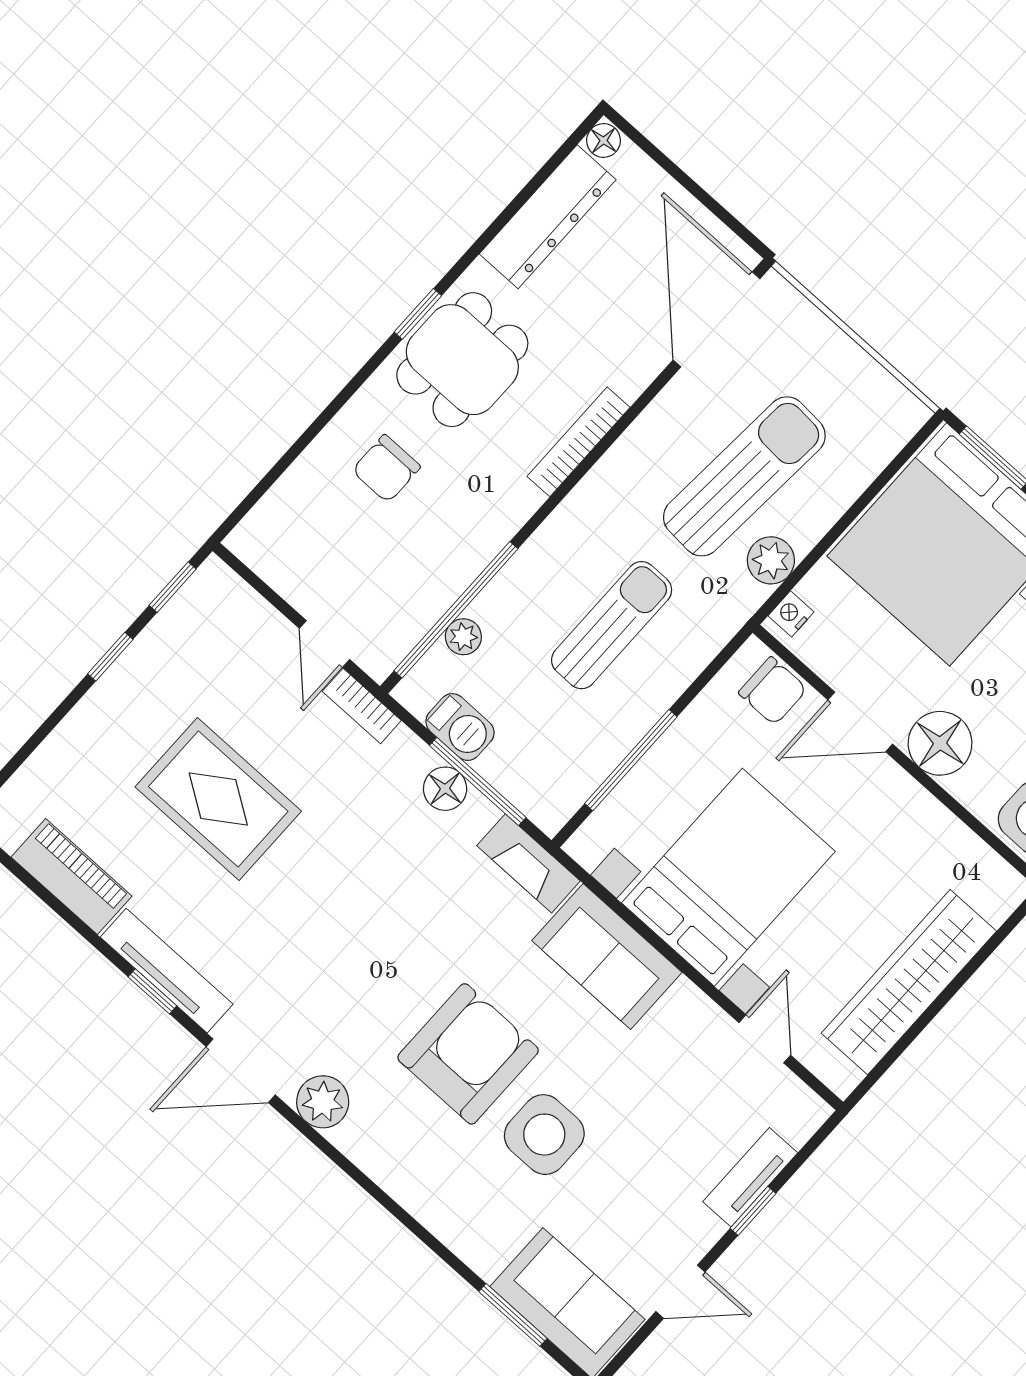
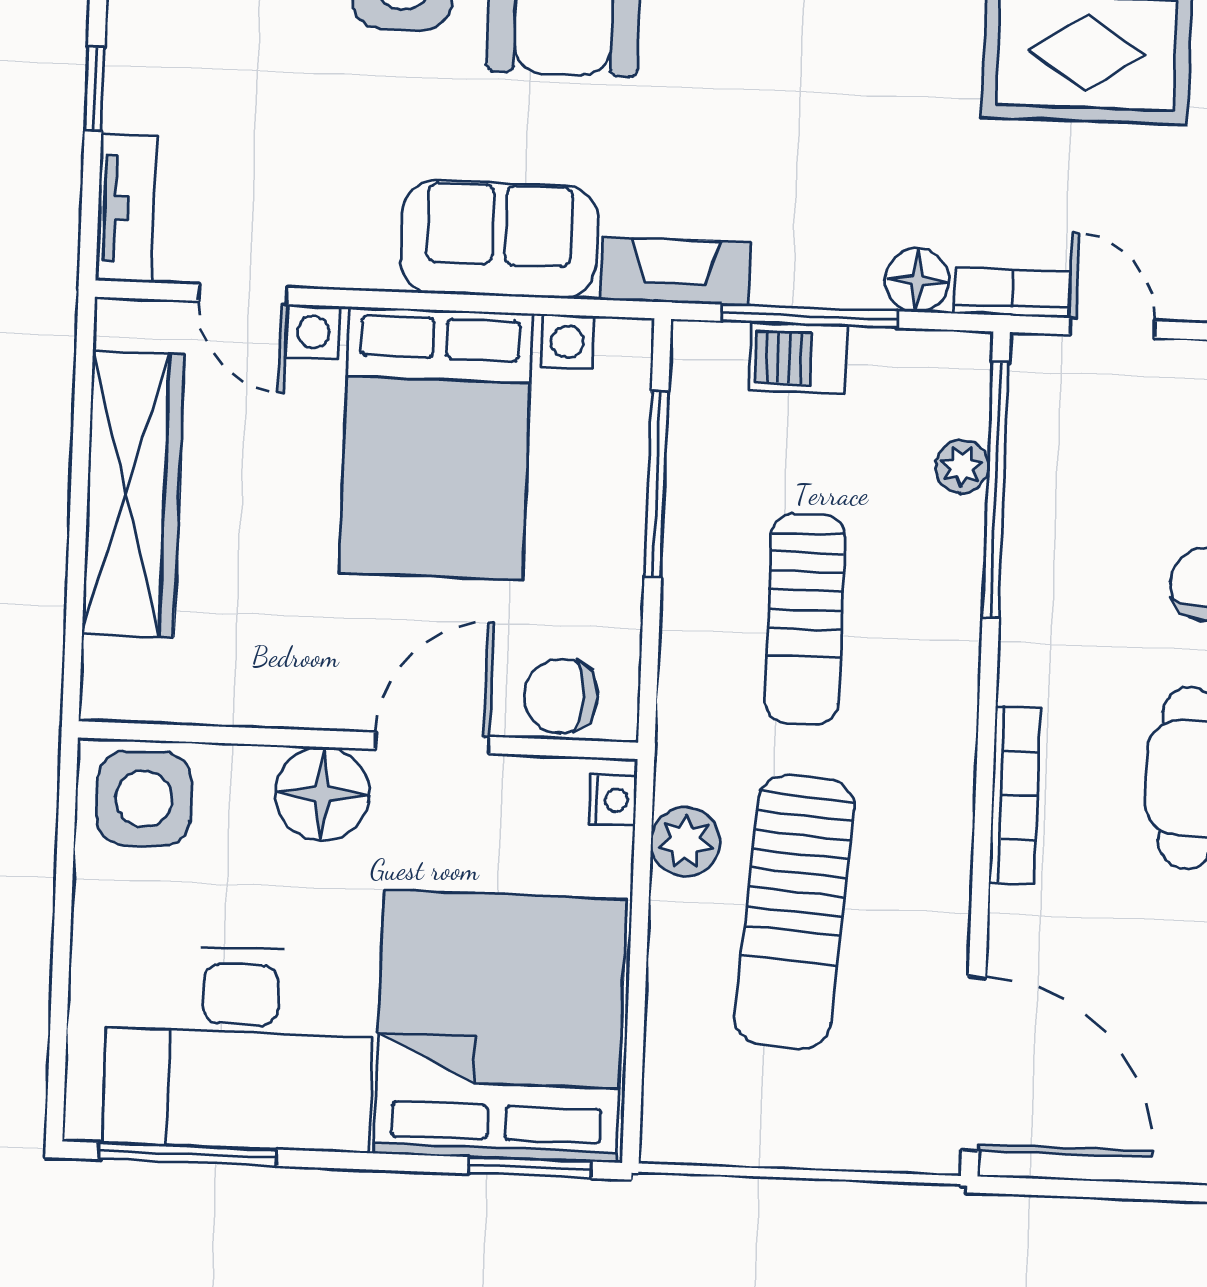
barbecue: (460, 727) -> (798, 358), moved
floor lamp: (445, 789) -> (917, 280), moved
tv unit: (750, 1177) -> (126, 208), moved

